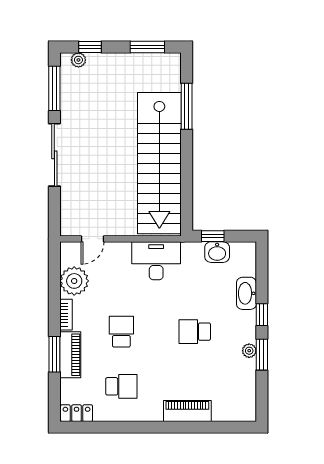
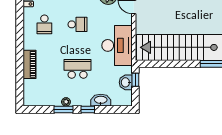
desk: (156, 261) -> (117, 45), width x1.36, depth x1.30
school desk: (195, 332) -> (78, 69), width x1.85

